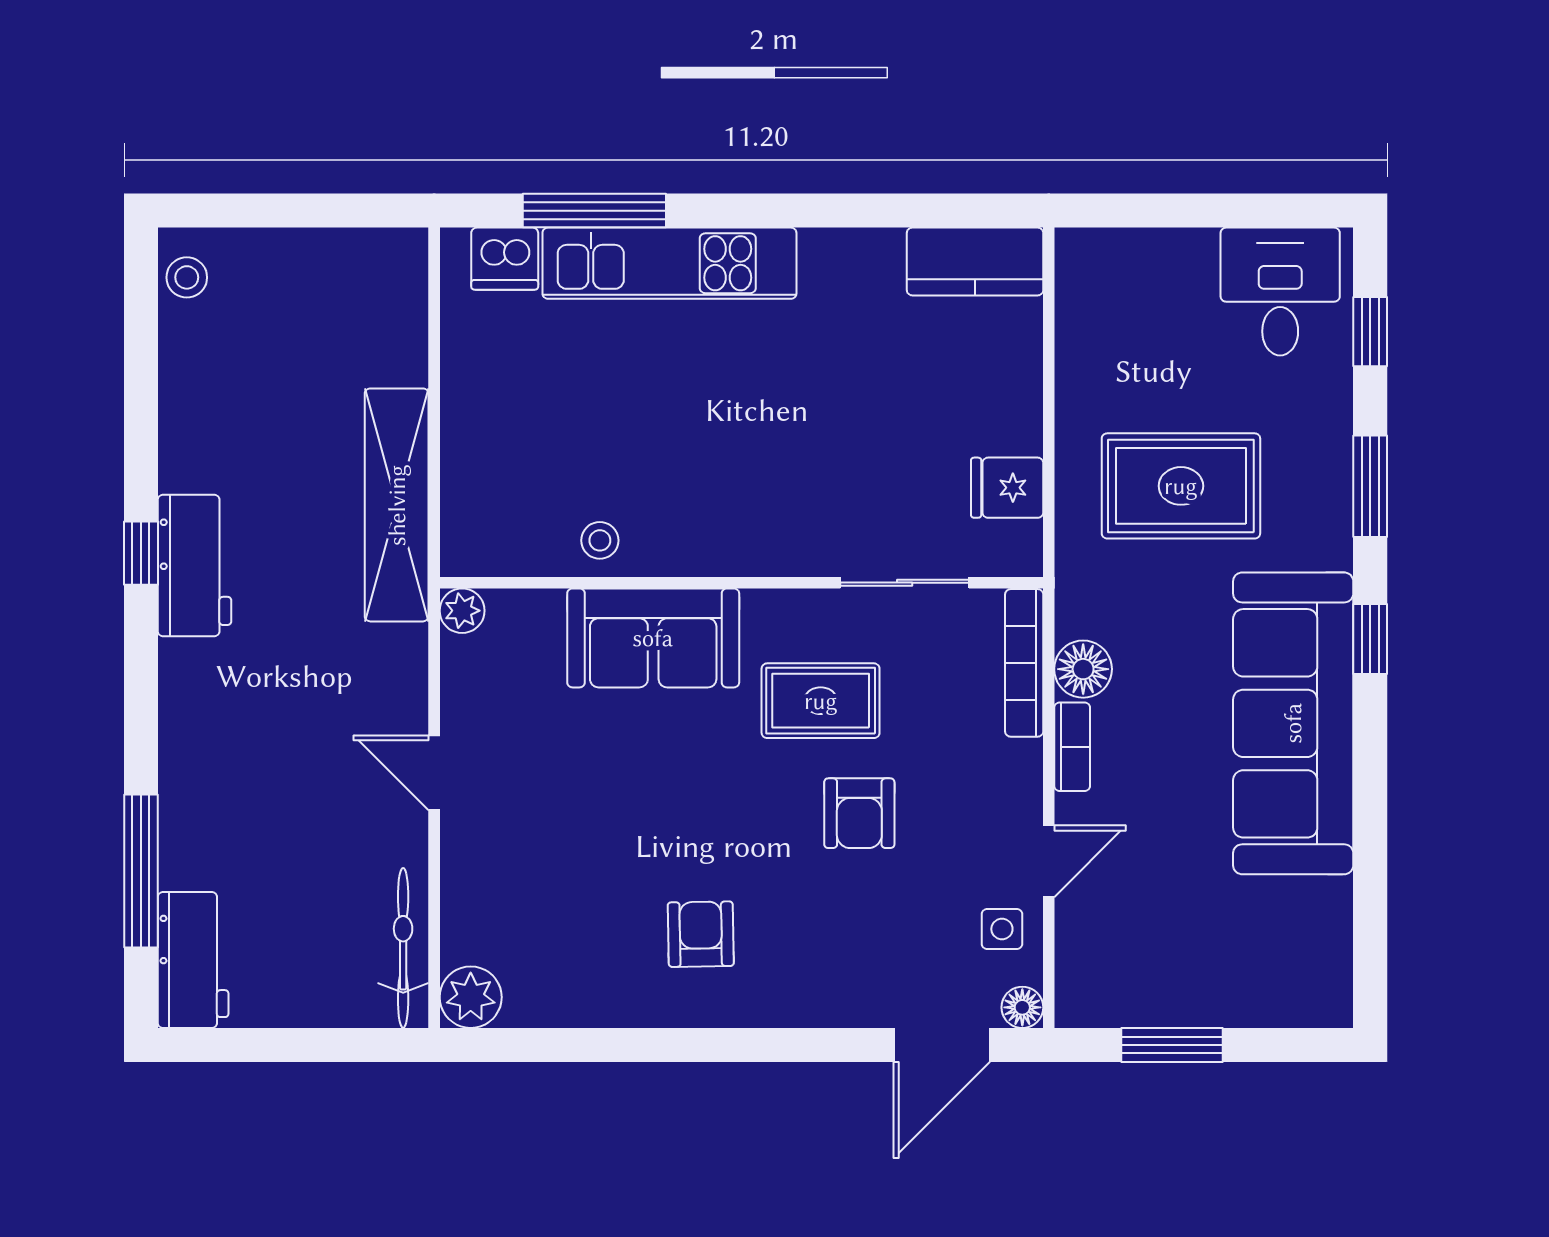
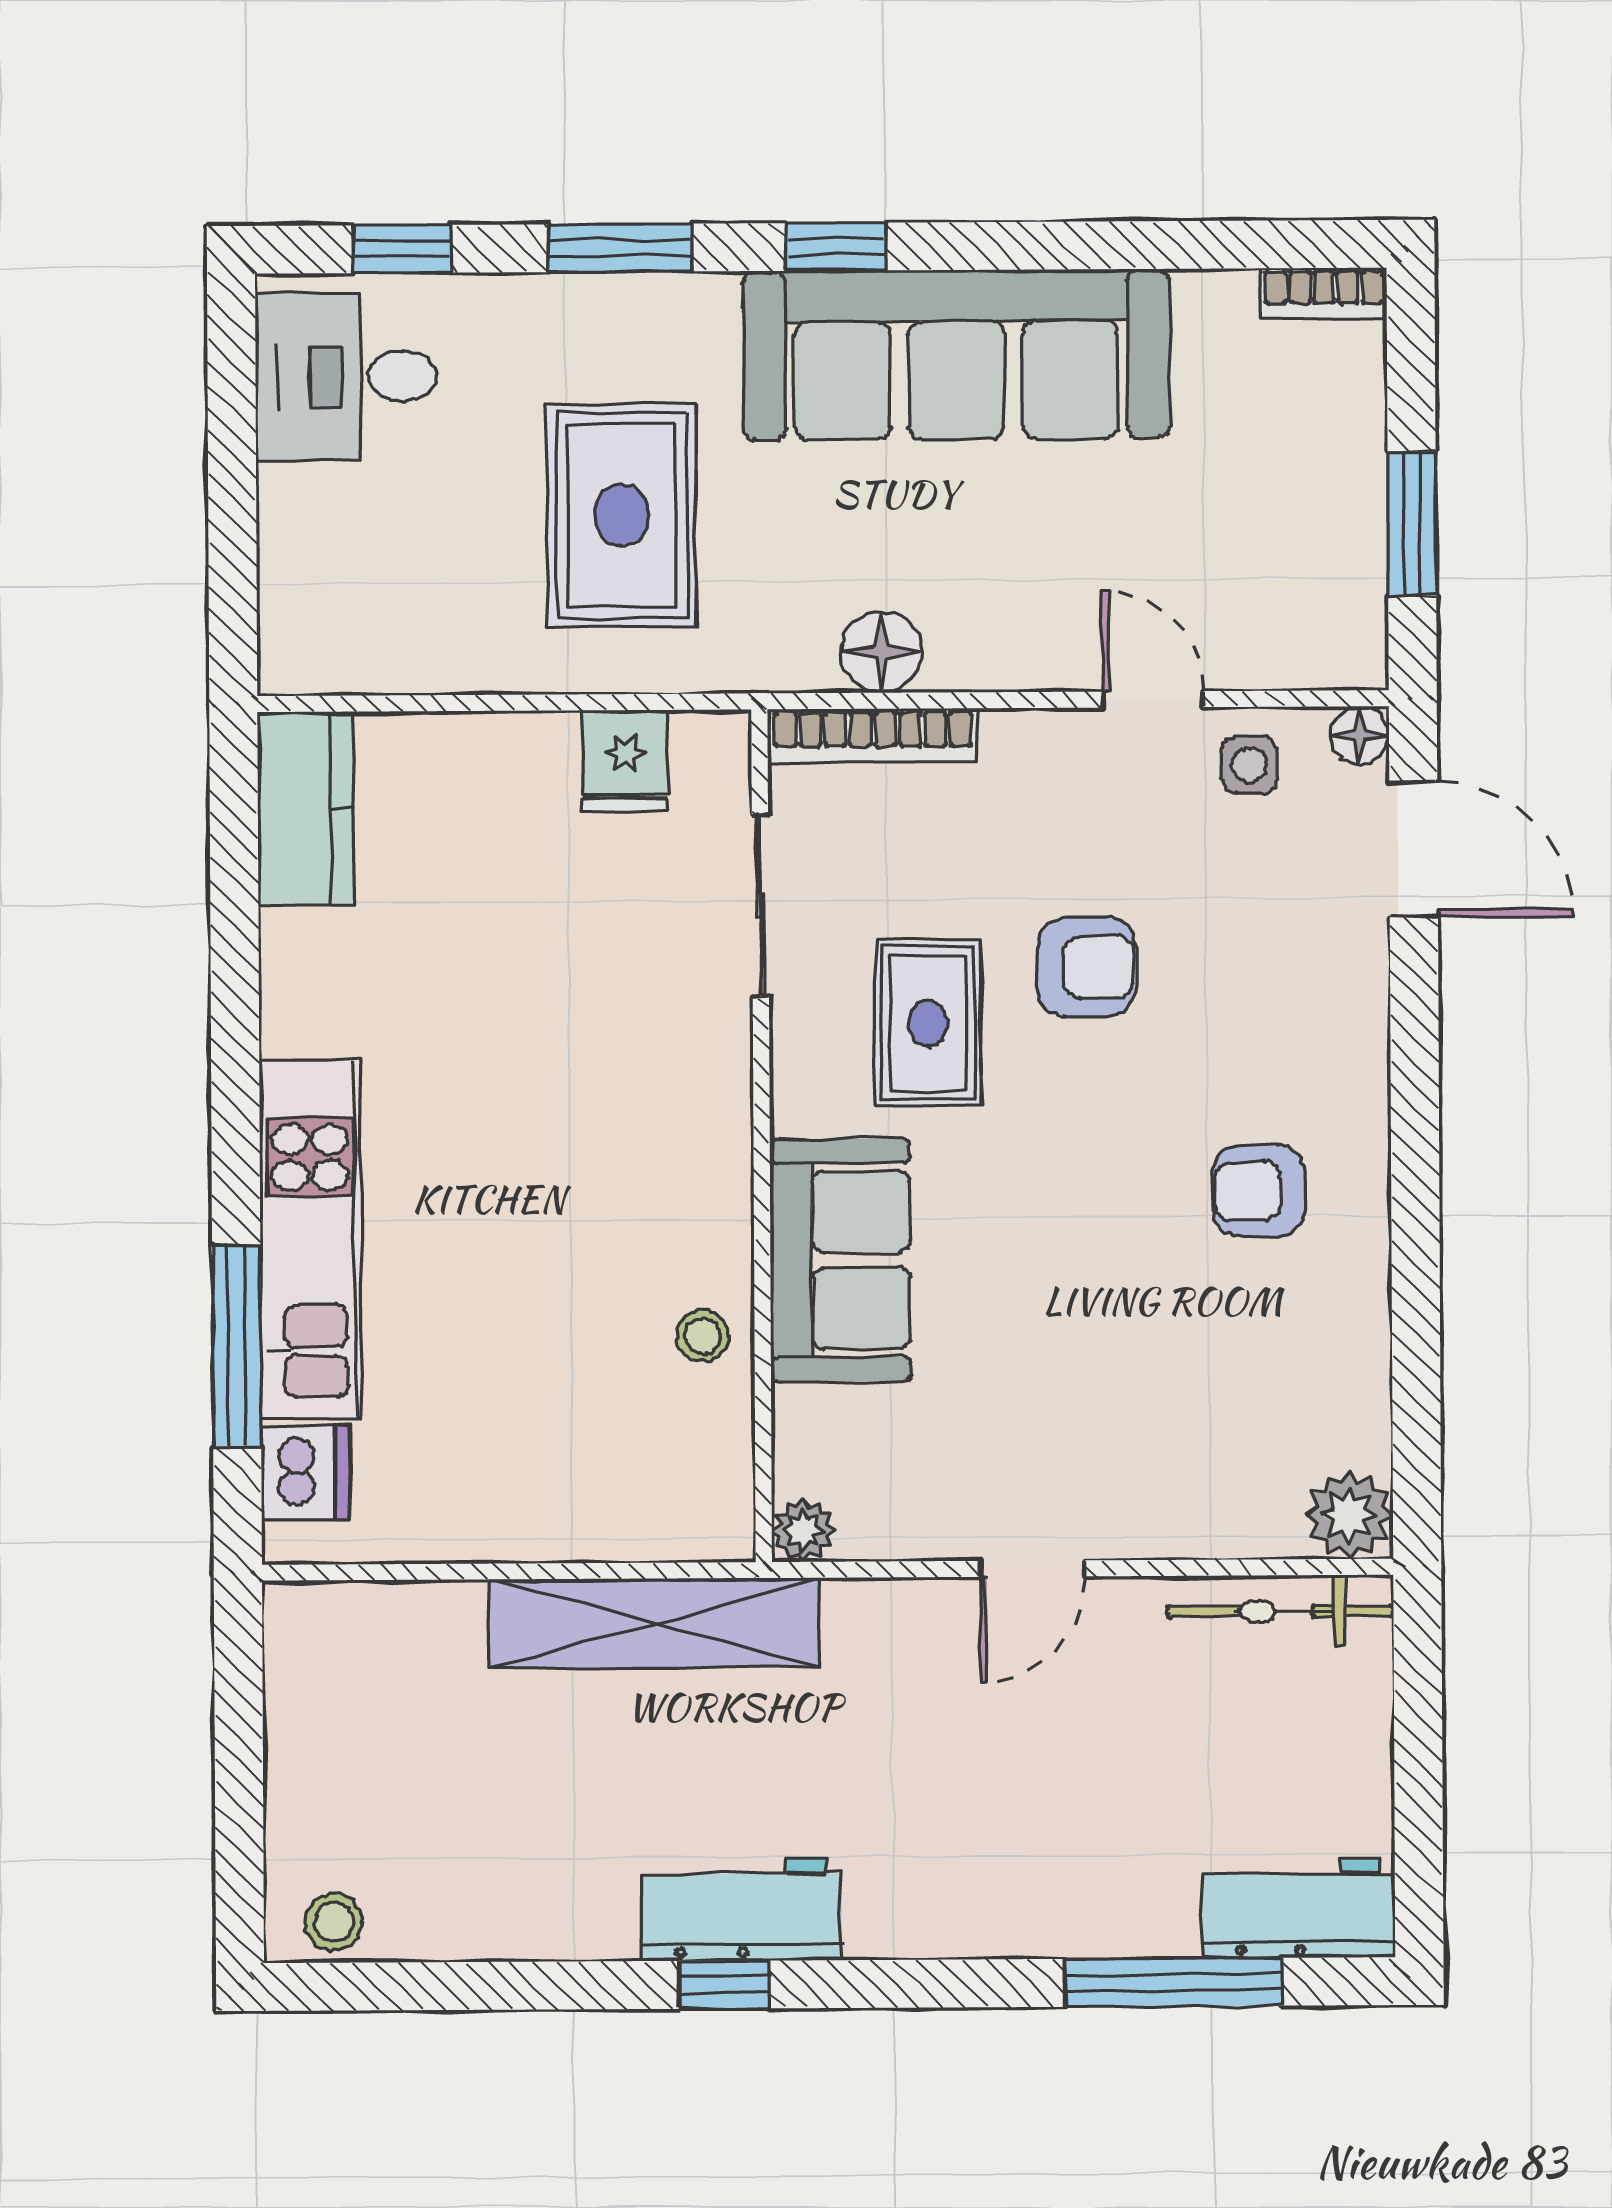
bookcase: (1072, 747) -> (1324, 293), moved, turned 180

